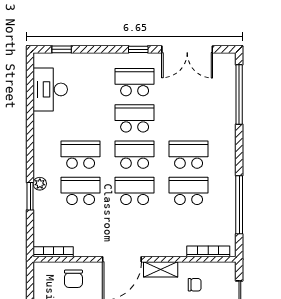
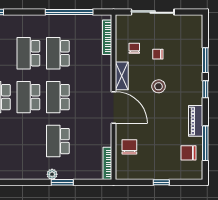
school desk: (81, 155) -> (28, 141), removed
chair: (73, 279) -> (129, 147), turned -90

